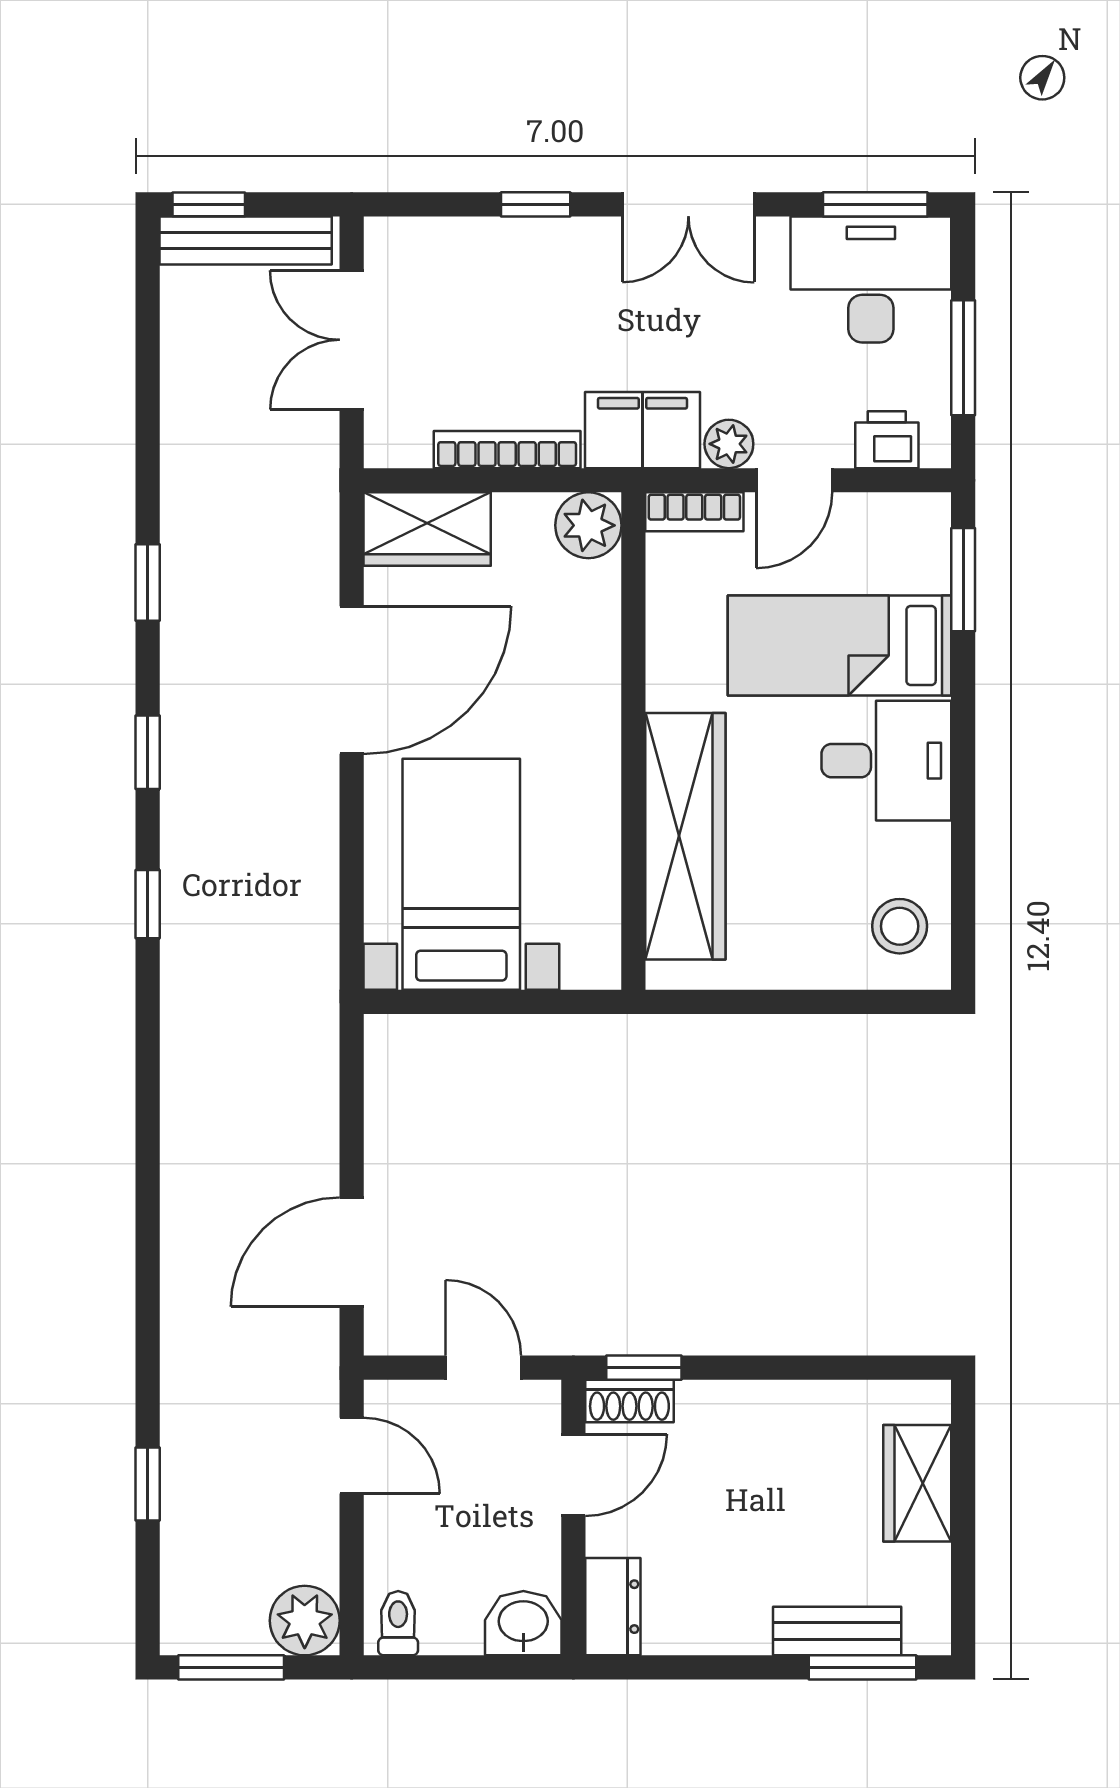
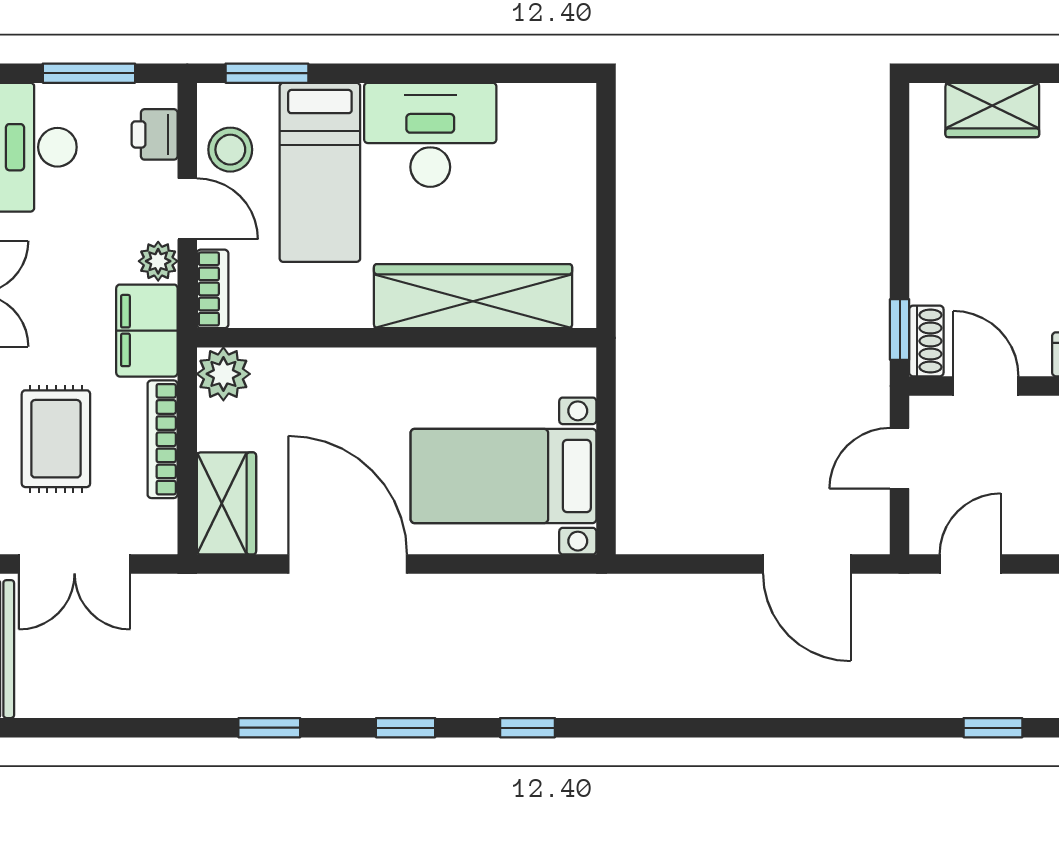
rug: (508, 317) -> (56, 439), added
desk: (886, 761) -> (430, 135), width x1.37
stool: (900, 926) -> (230, 150), moved

